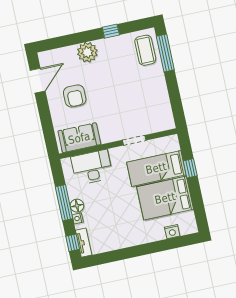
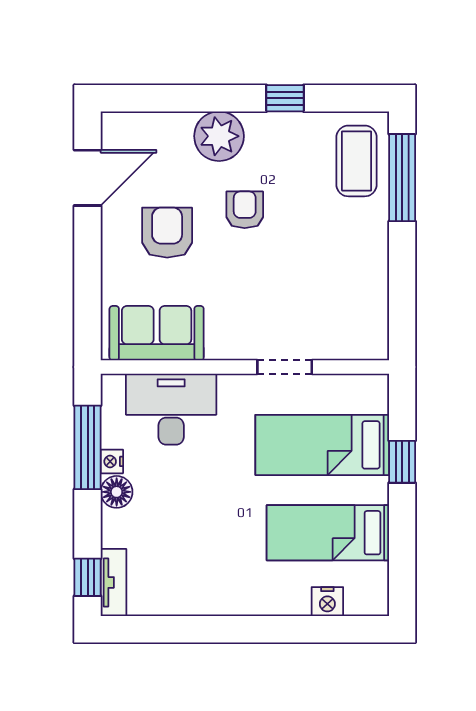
armchair: (104, 80) -> (245, 210), added
armchair: (75, 96) -> (167, 233), turned 180
bed: (165, 198) -> (328, 533), width x0.67
window: (64, 203) -> (88, 447), moved
nightstand: (78, 218) -> (112, 461), moved

